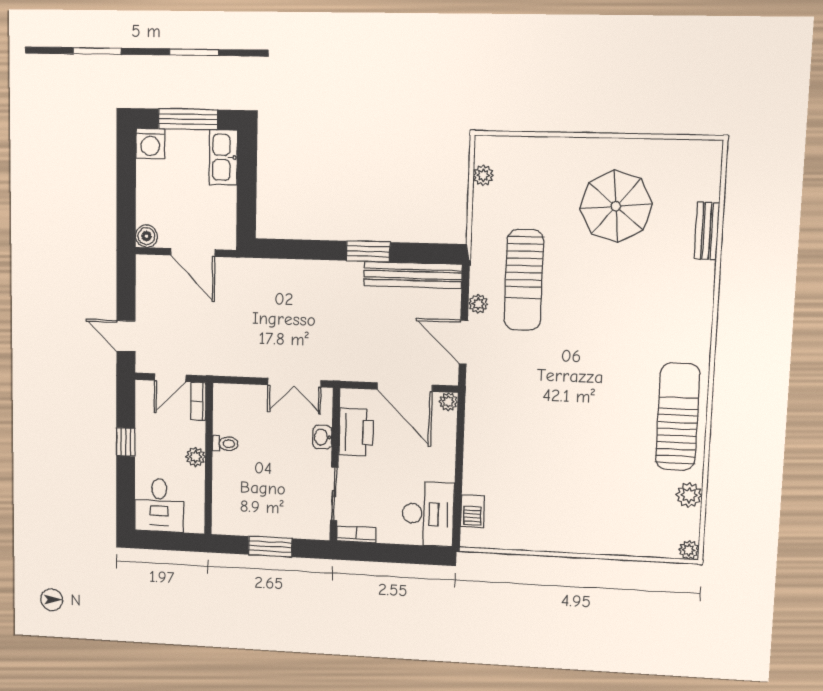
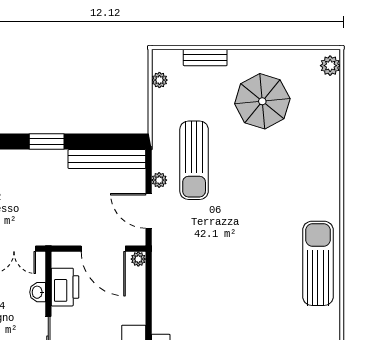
bench: (707, 231) -> (205, 57), moved, turned 90
window: (368, 251) -> (47, 142), moved
plant: (689, 495) -> (330, 66), moved

